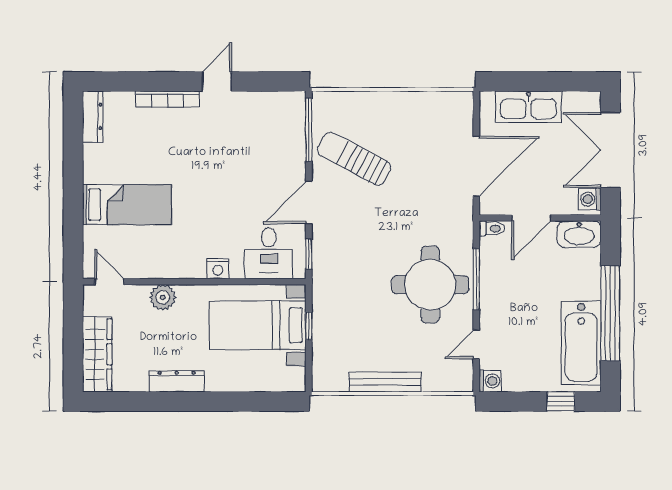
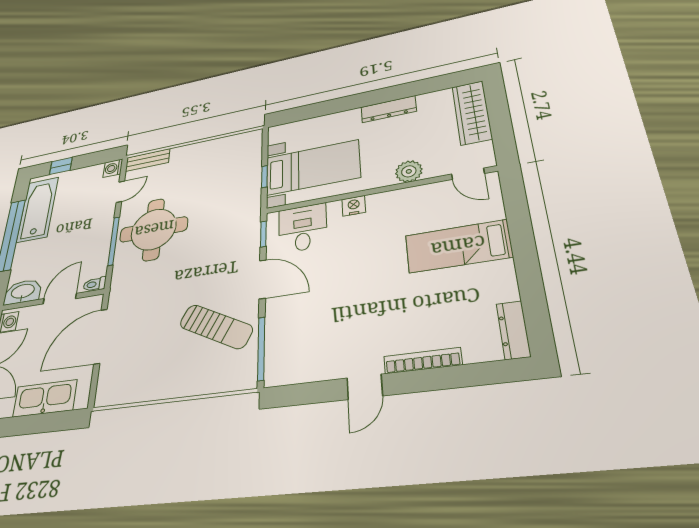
door: (309, 202) -> (263, 279), hinge flipped
bench: (385, 382) -> (147, 160), moved, width x0.73

